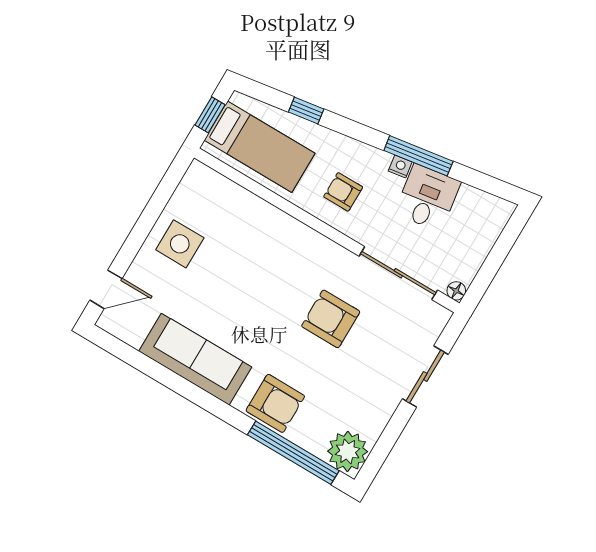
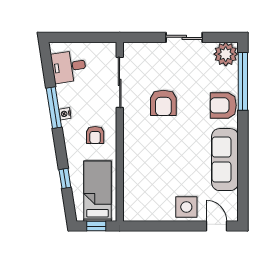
desk: (428, 198) -> (69, 67), moved
side table: (180, 244) -> (186, 207), moved
floor lamp: (456, 291) -> (111, 48), removed
sliding door: (425, 377) -> (184, 37), moved
armchair: (275, 403) -> (223, 105), turned -90

